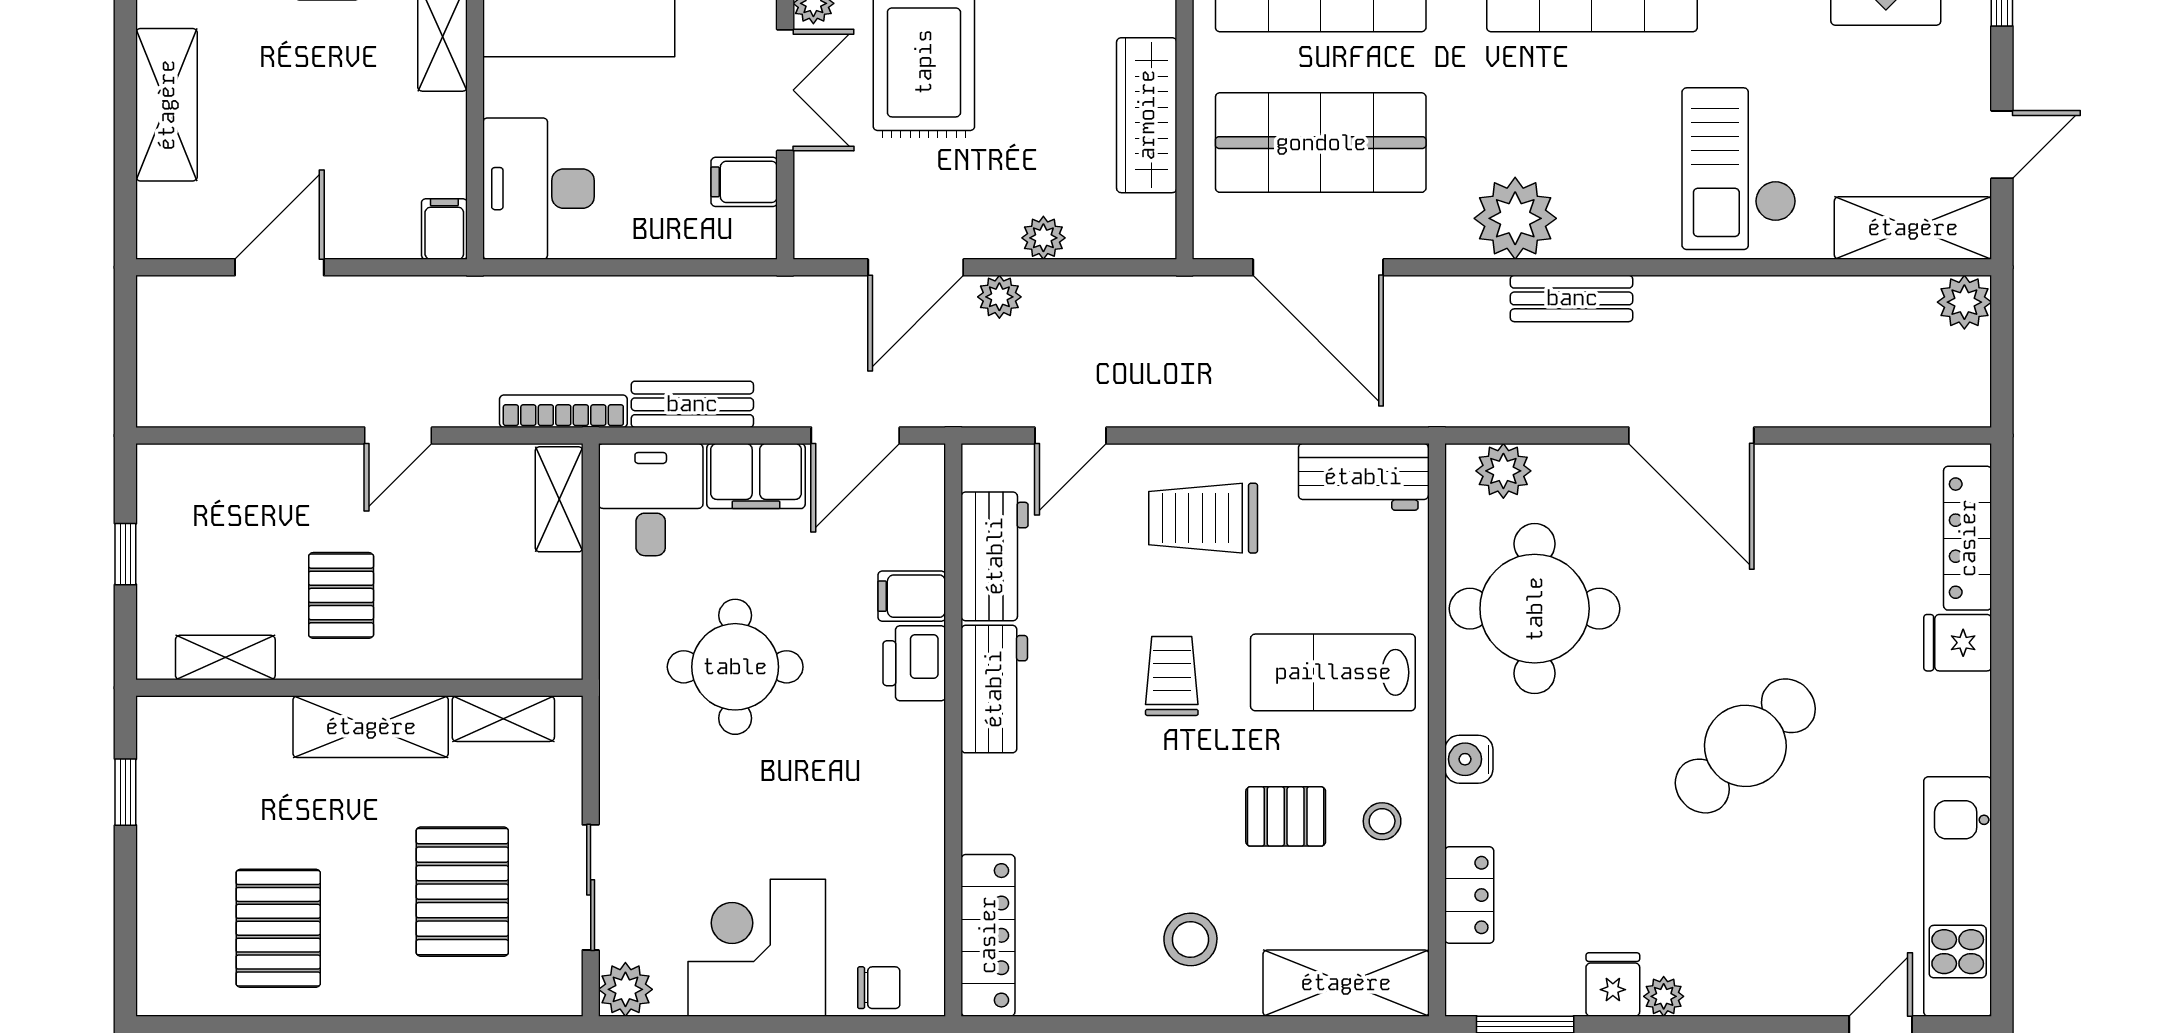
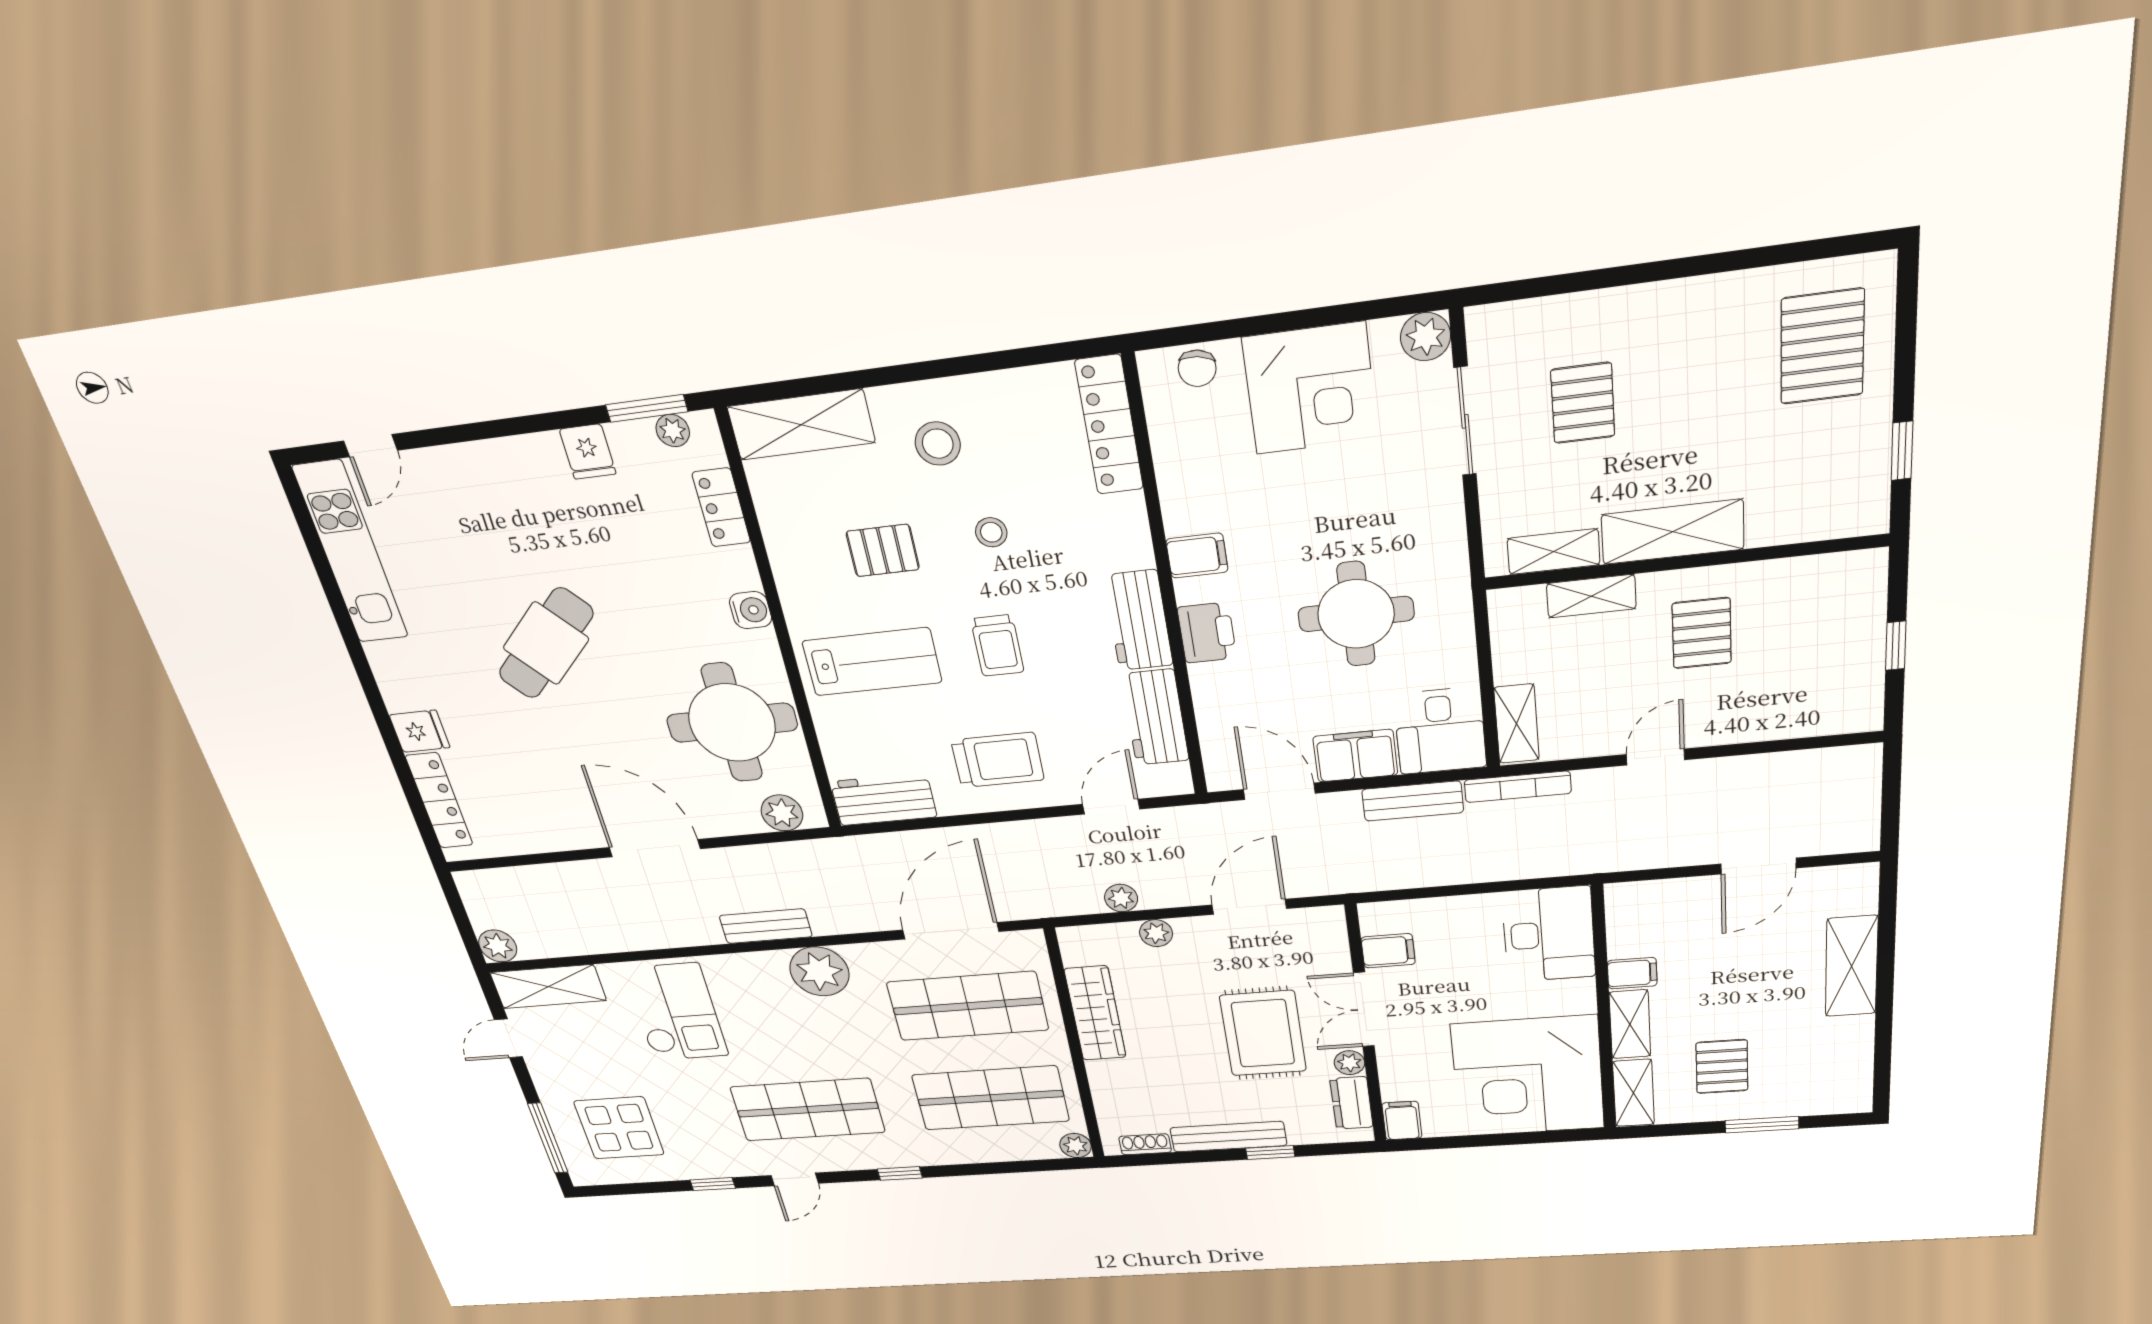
filing cabinet: (444, 229) -> (1632, 973), moved, turned -90
door: (1318, 267) -> (951, 931), hinge flipped
plant: (999, 297) -> (1121, 898), moved
door: (855, 435) -> (1279, 791), hinge flipped
filing cabinet: (912, 596) -> (1197, 556), moved
shelving: (225, 658) -> (1591, 596), moved
stool: (1382, 821) -> (991, 532), moved
pallet: (462, 892) -> (1583, 403), width x0.67, depth x0.71
pallet: (278, 928) -> (1822, 347), moved
chair: (879, 988) -> (1197, 368), turned -81
plant: (1664, 996) -> (673, 430), moved

